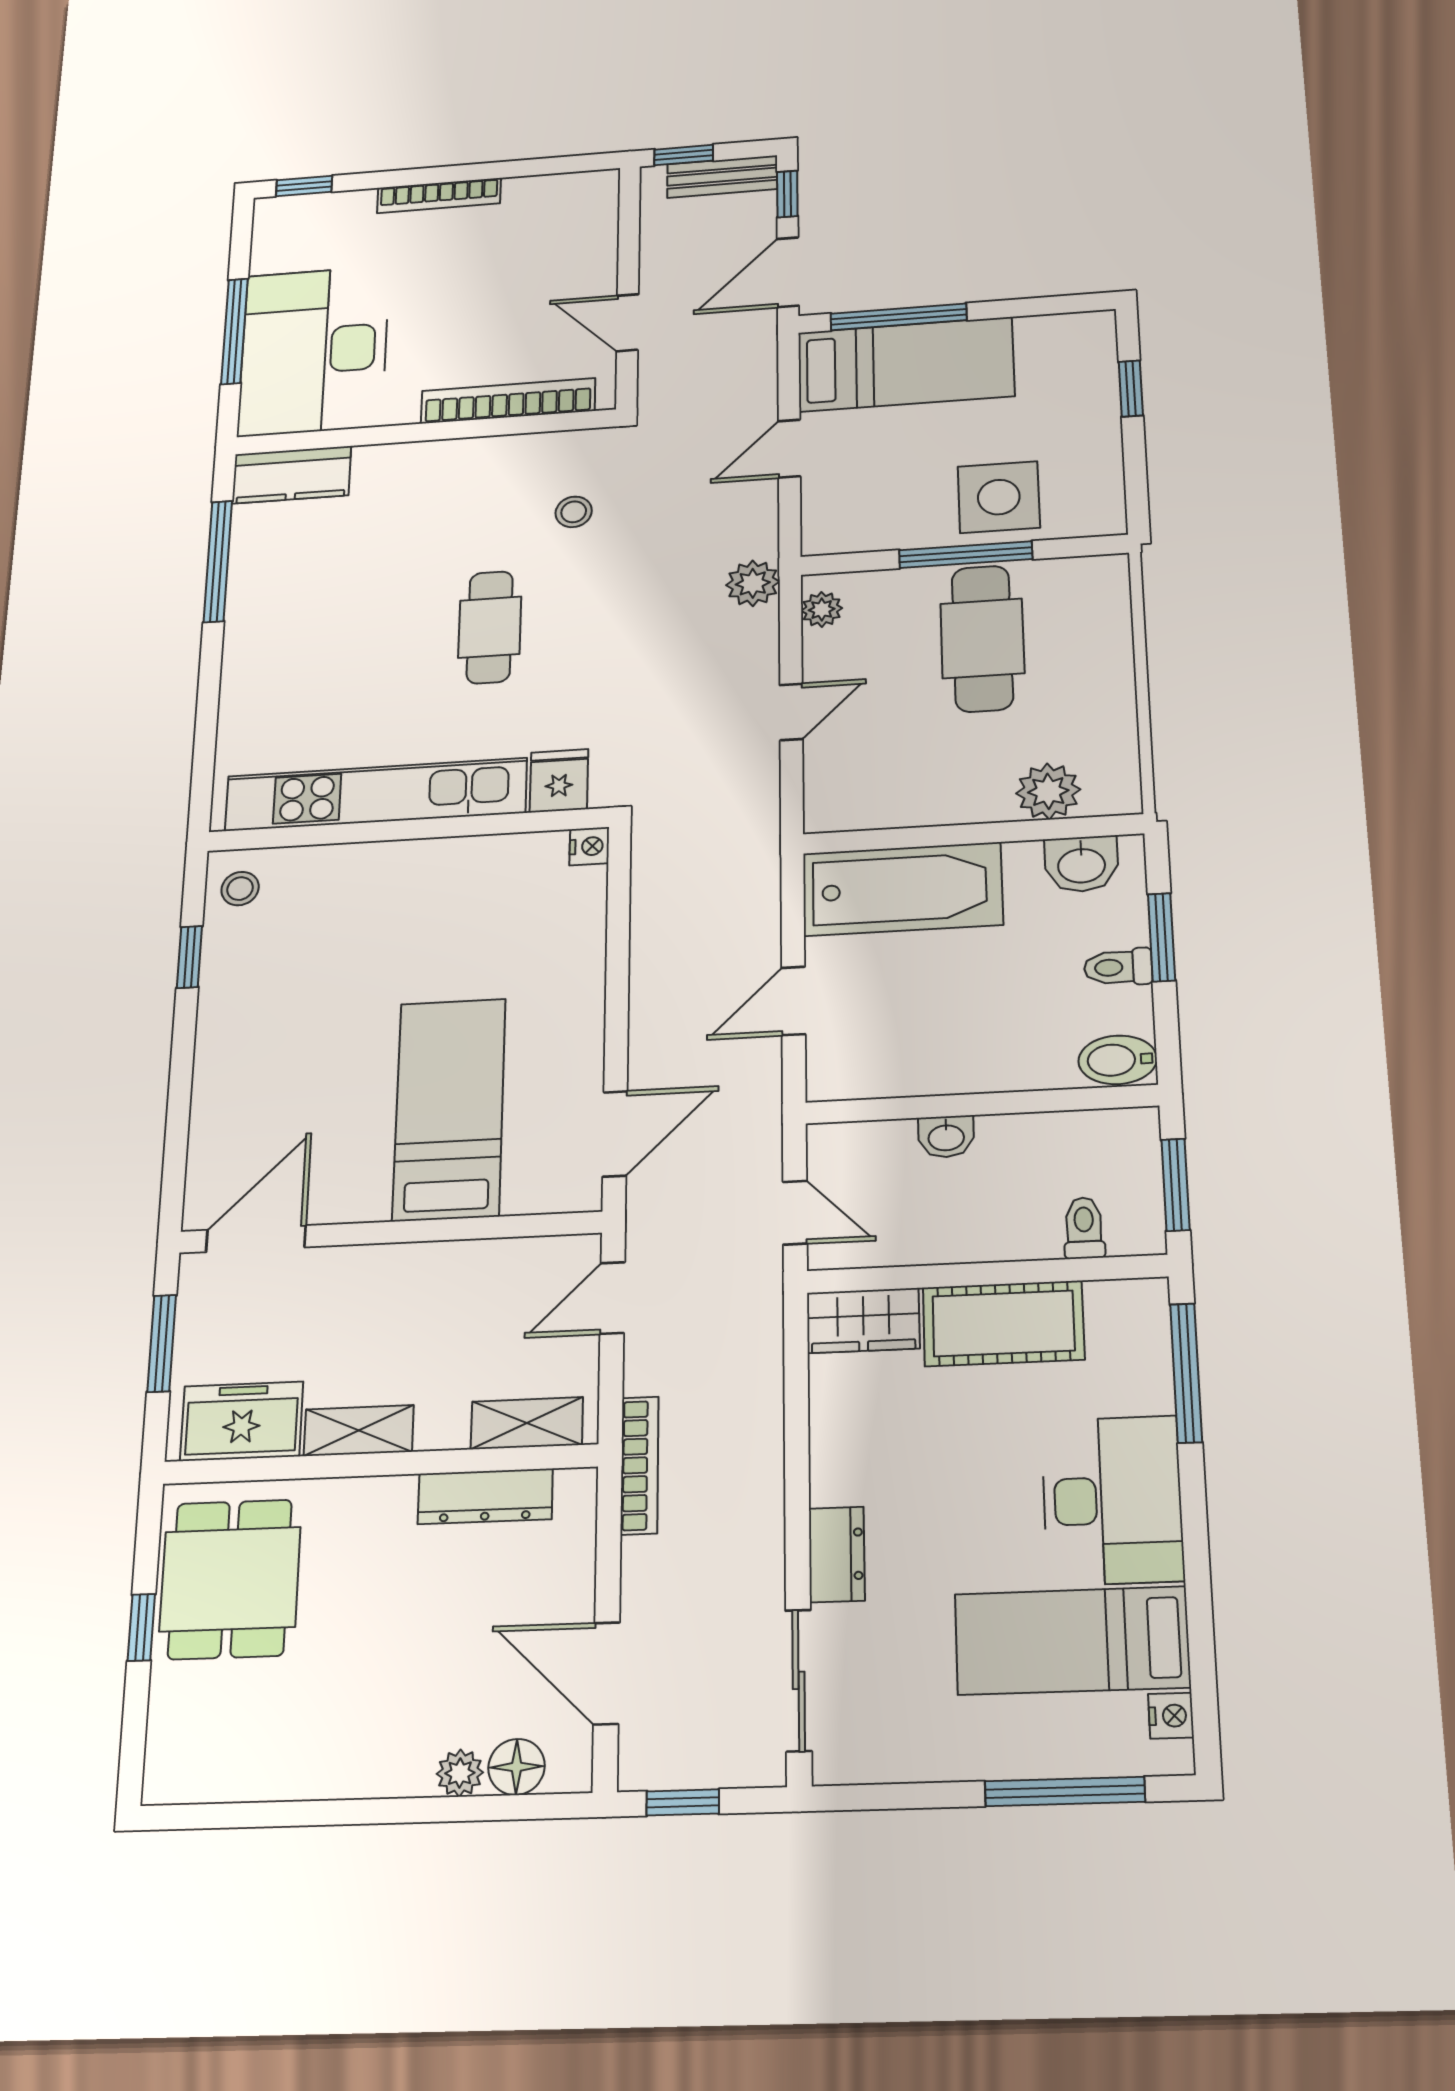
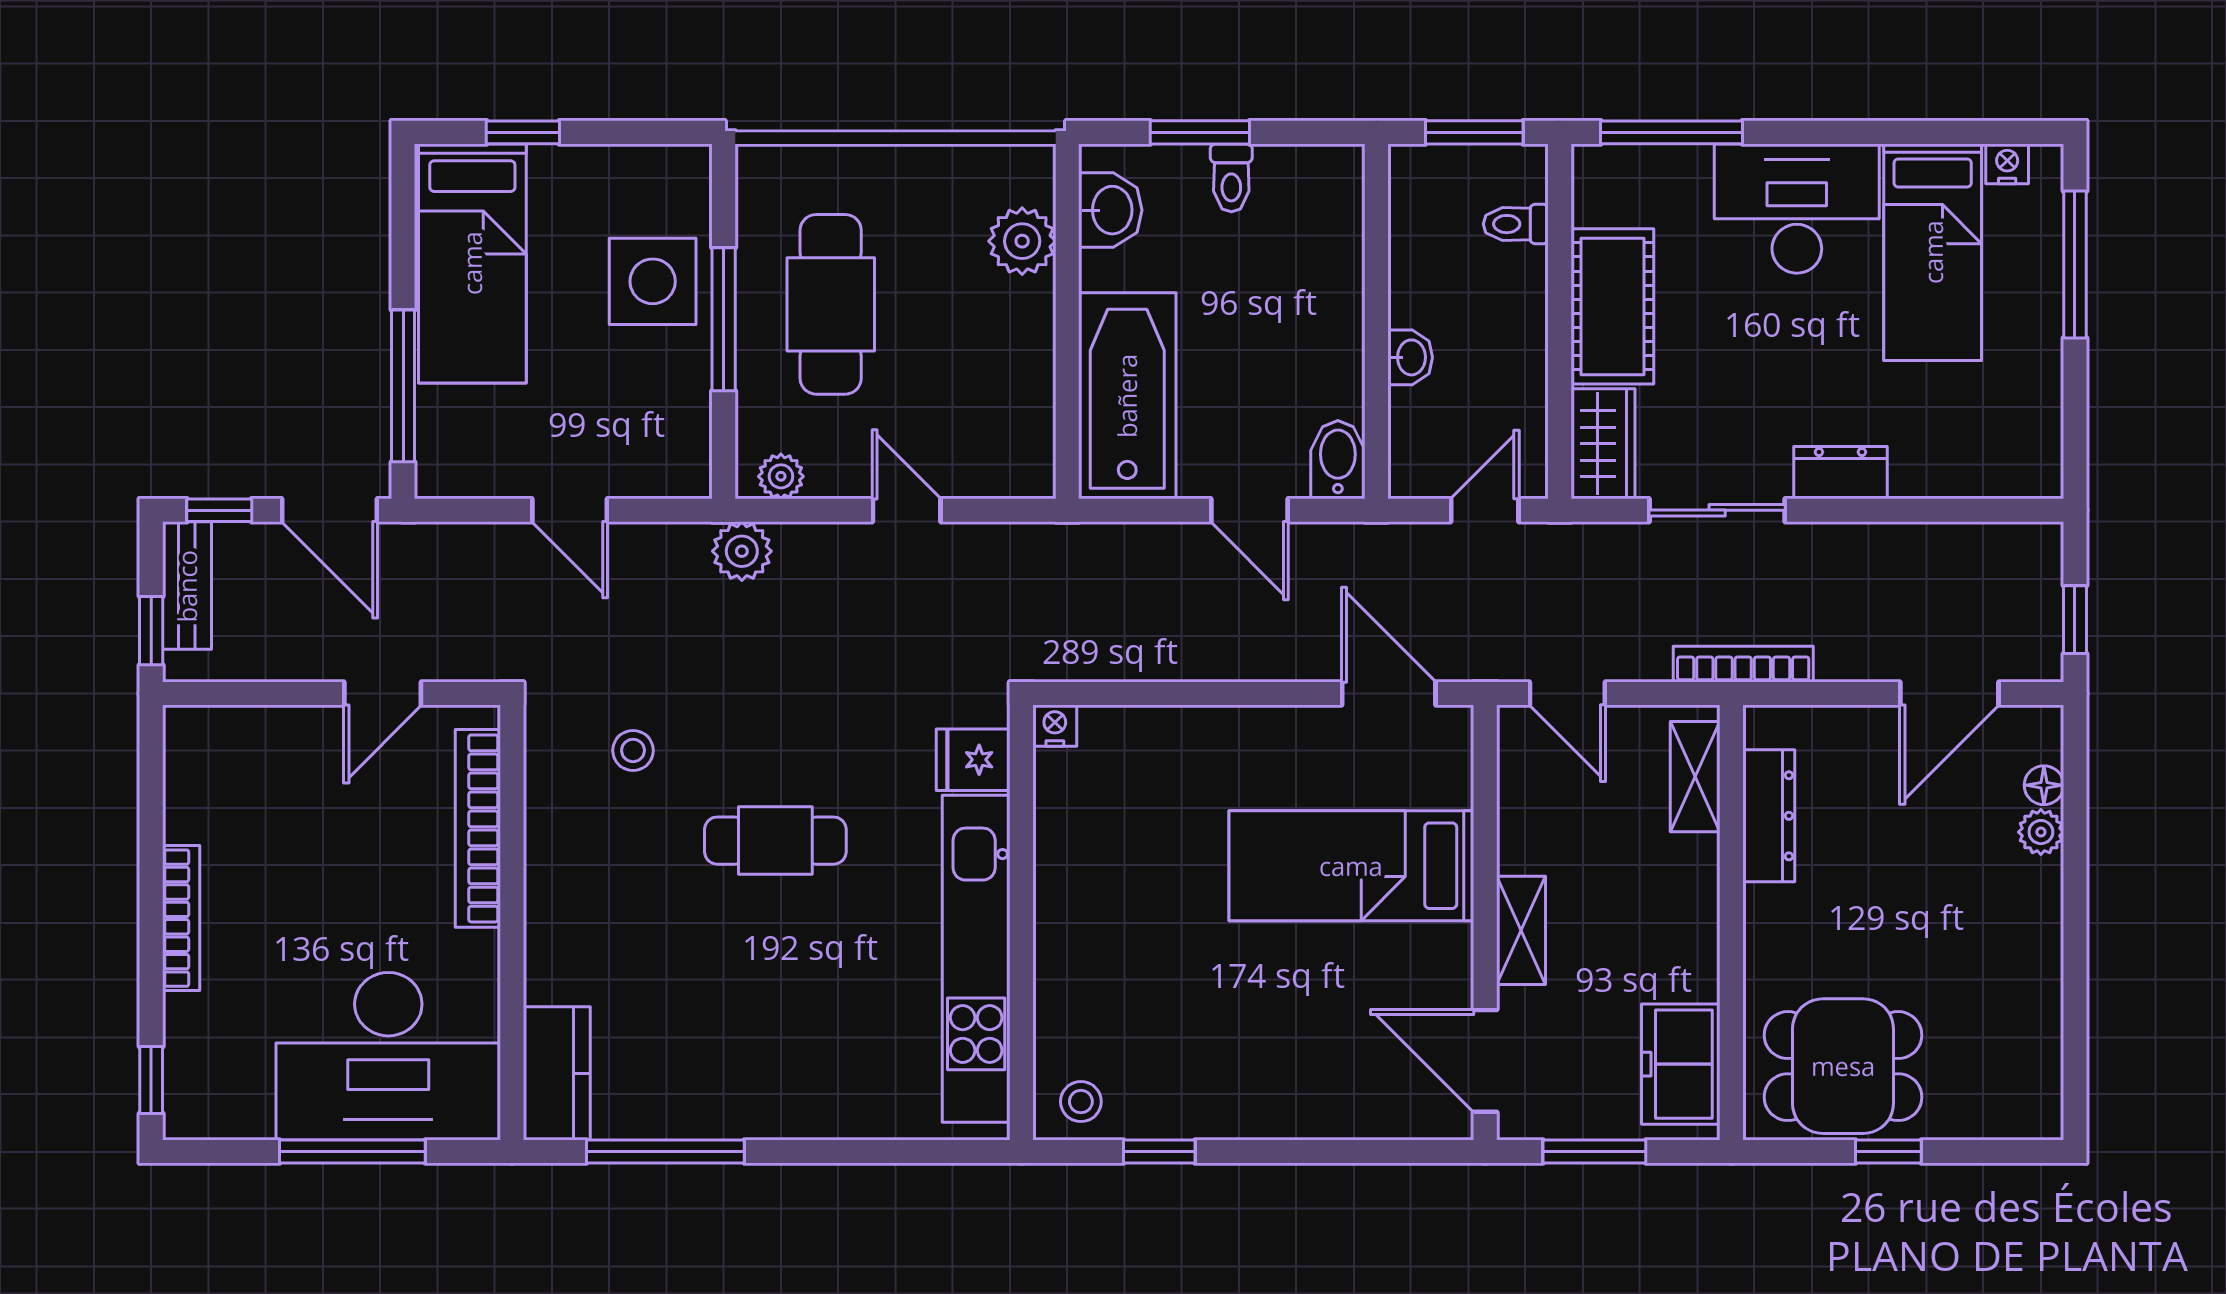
bed: (906, 364) -> (472, 263), moved, turned 180
cafe table: (982, 638) -> (831, 304), turned 90
bidet: (1118, 1060) -> (1338, 460), moved, turned 180
shelving: (359, 1430) -> (1521, 930), moved
sliding door: (799, 1680) -> (1717, 510), moved
floor lamp: (516, 1767) -> (2044, 785), width x0.73, depth x0.73

